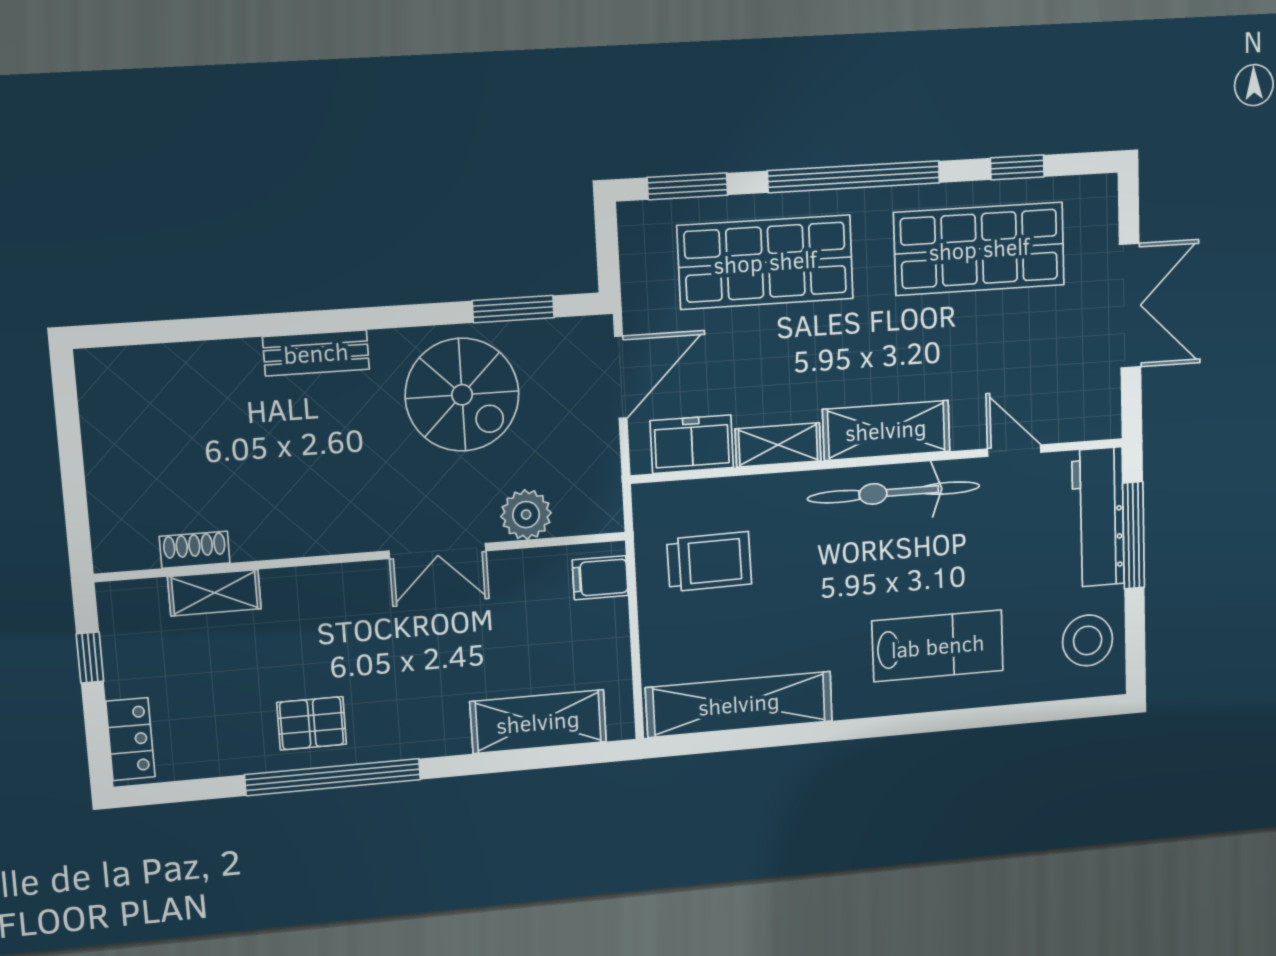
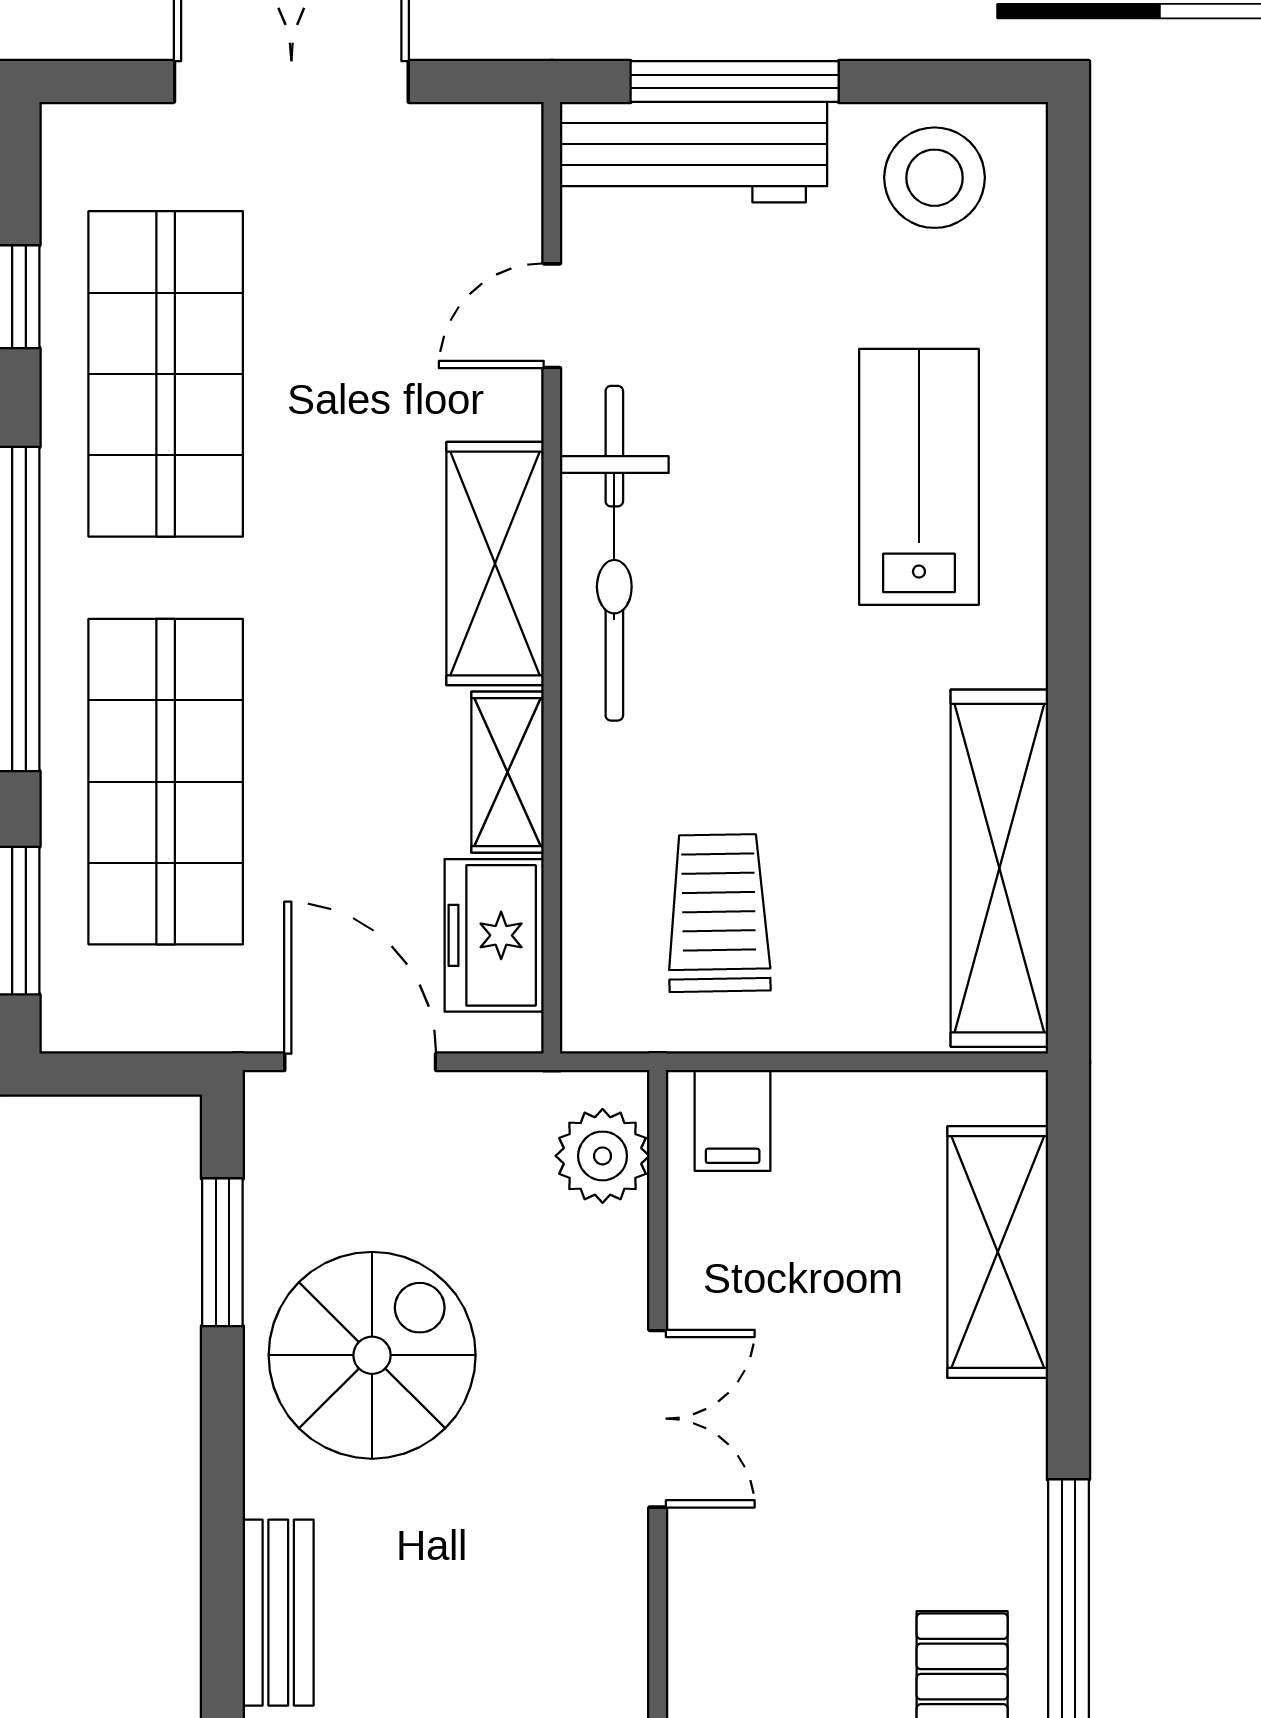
plant: (526, 515) -> (603, 1156), moved

